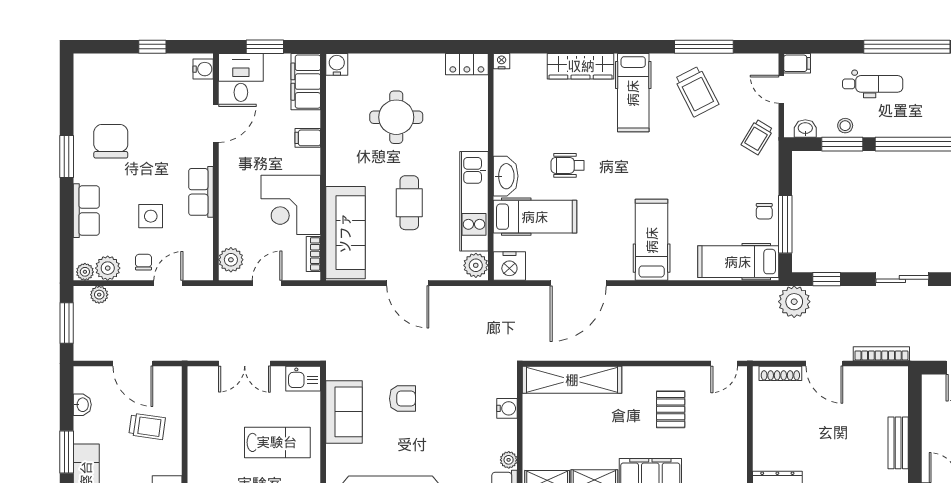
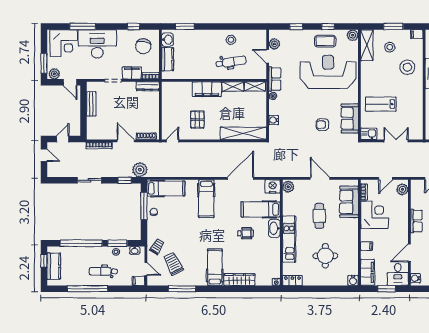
trolley: (697, 91) -> (173, 264), moved
kitchen unit: (474, 201) -> (289, 239), moved
sofa: (345, 233) -> (349, 202), width x0.73

